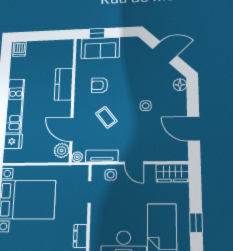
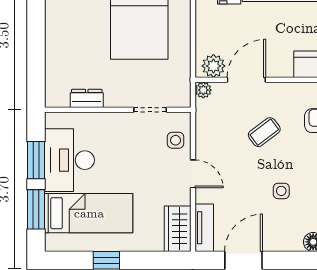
tv unit: (102, 156) -> (204, 228), moved
door: (134, 163) -> (193, 174), swing flipped

